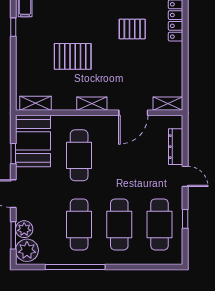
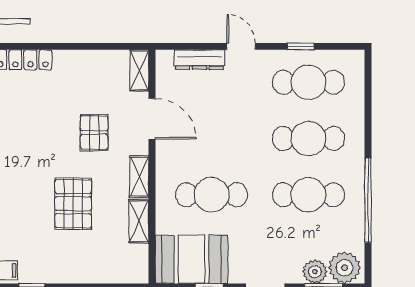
pallet: (132, 29) -> (94, 133), moved
shelving: (36, 103) -> (139, 221), moved
door: (185, 176) -> (241, 46), hinge flipped

